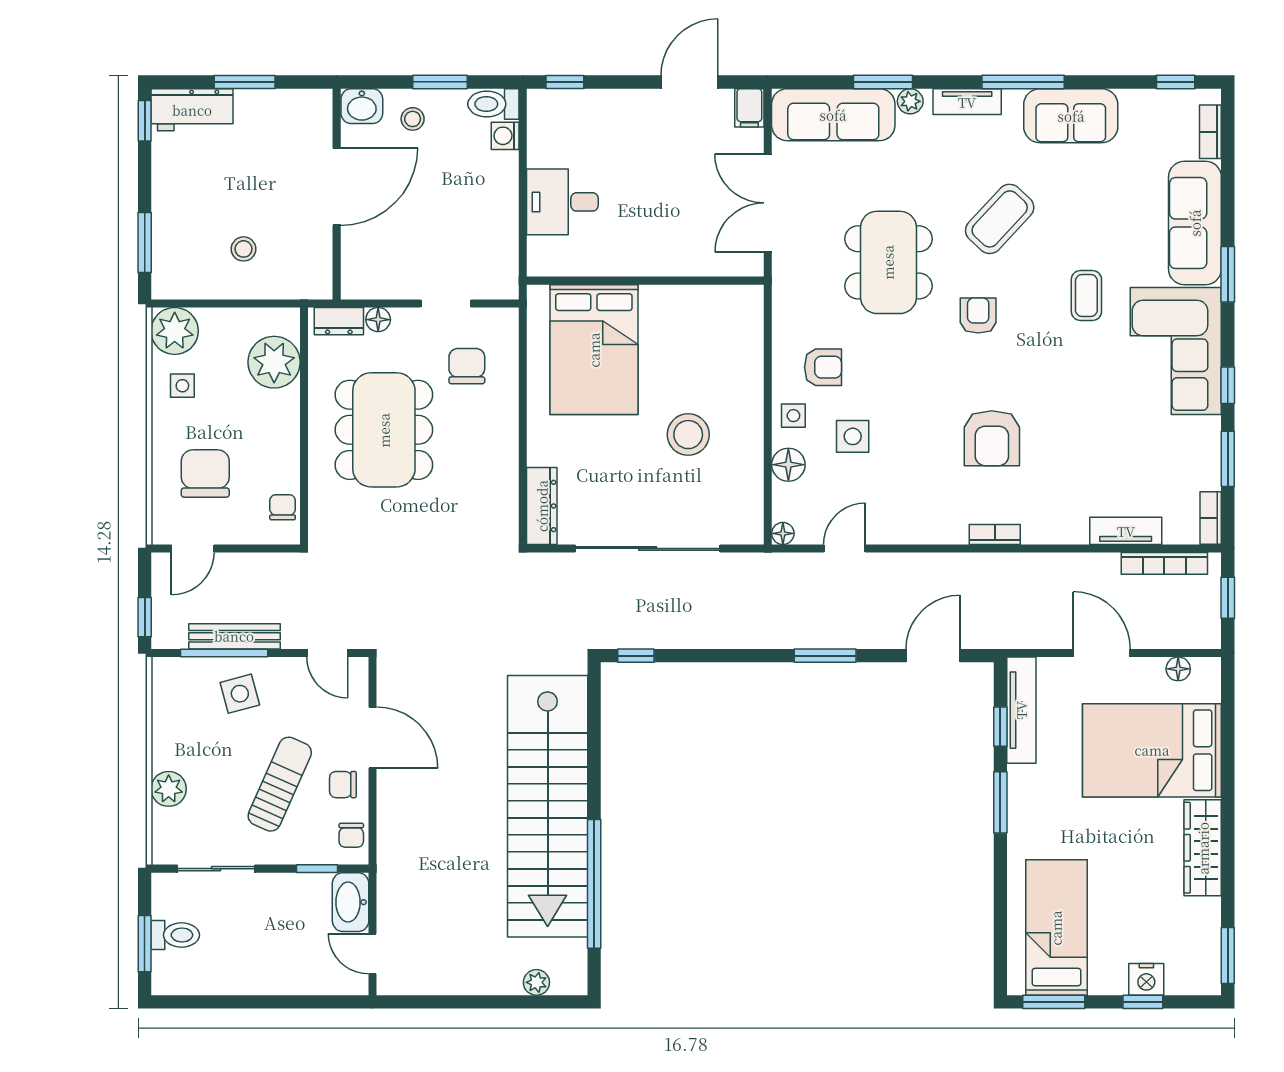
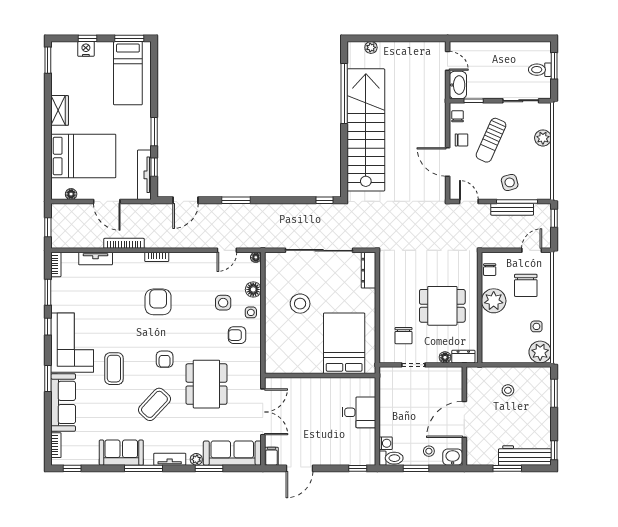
workbench: (192, 110) -> (525, 455), width x1.38
coffee table: (1086, 295) -> (114, 369), width x1.36, depth x1.30
plant: (274, 362) -> (494, 301), moved
dining table: (384, 430) -> (442, 306), width x0.73
bookcase: (1164, 563) -> (124, 243), moved
wardrobe: (1203, 848) -> (60, 110), width x0.67

